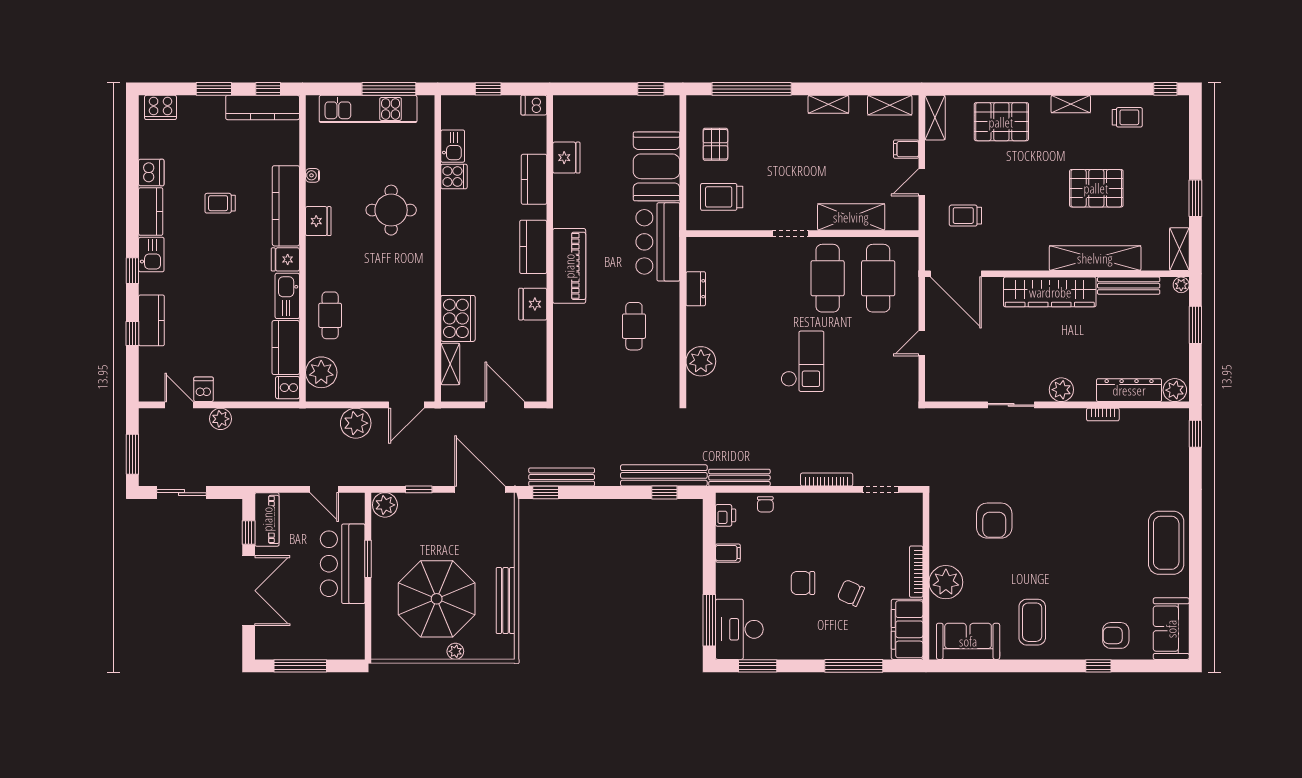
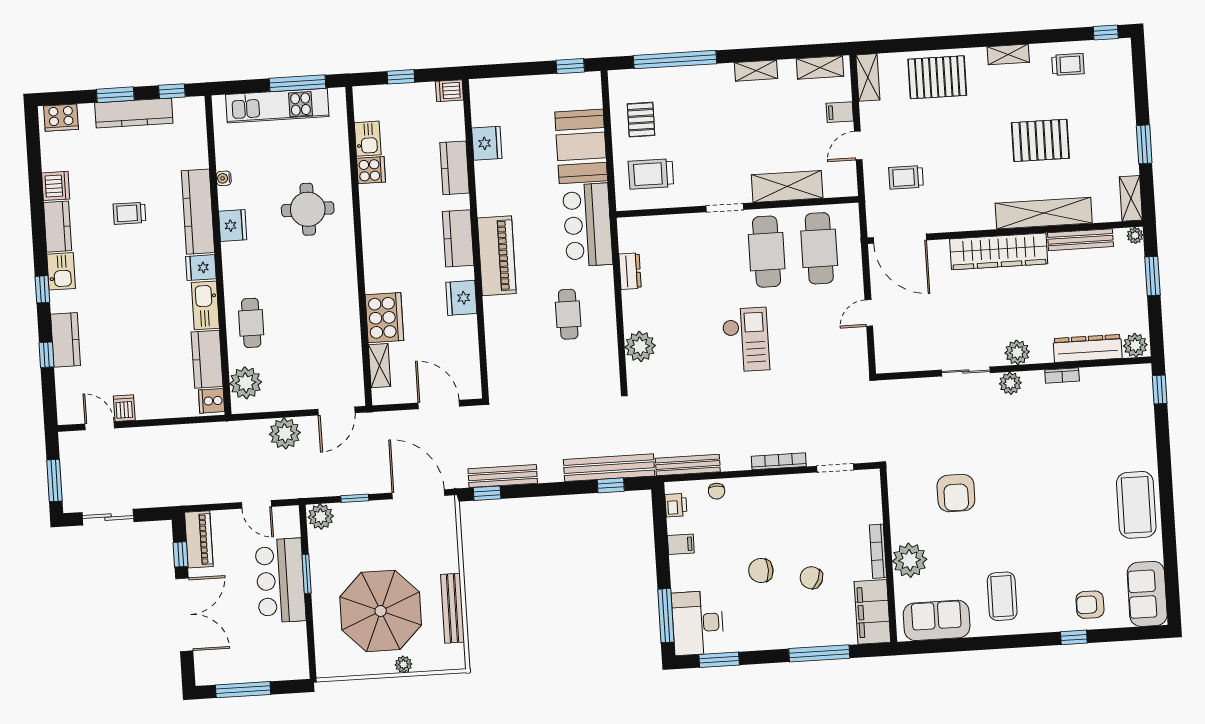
kitchen counter: (263, 107) -> (134, 113), moved
plant: (221, 419) -> (1010, 383), moved

